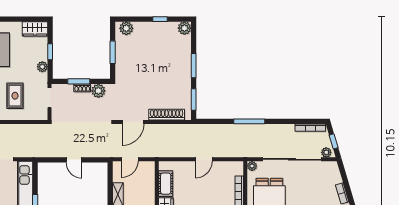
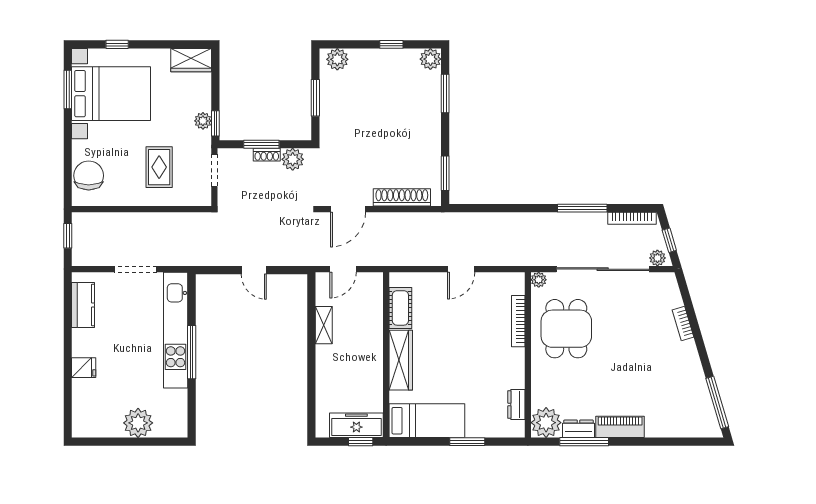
window: (50, 52) -> (215, 123), moved
window: (194, 66) -> (445, 94), moved
window: (249, 121) -> (582, 208), moved

